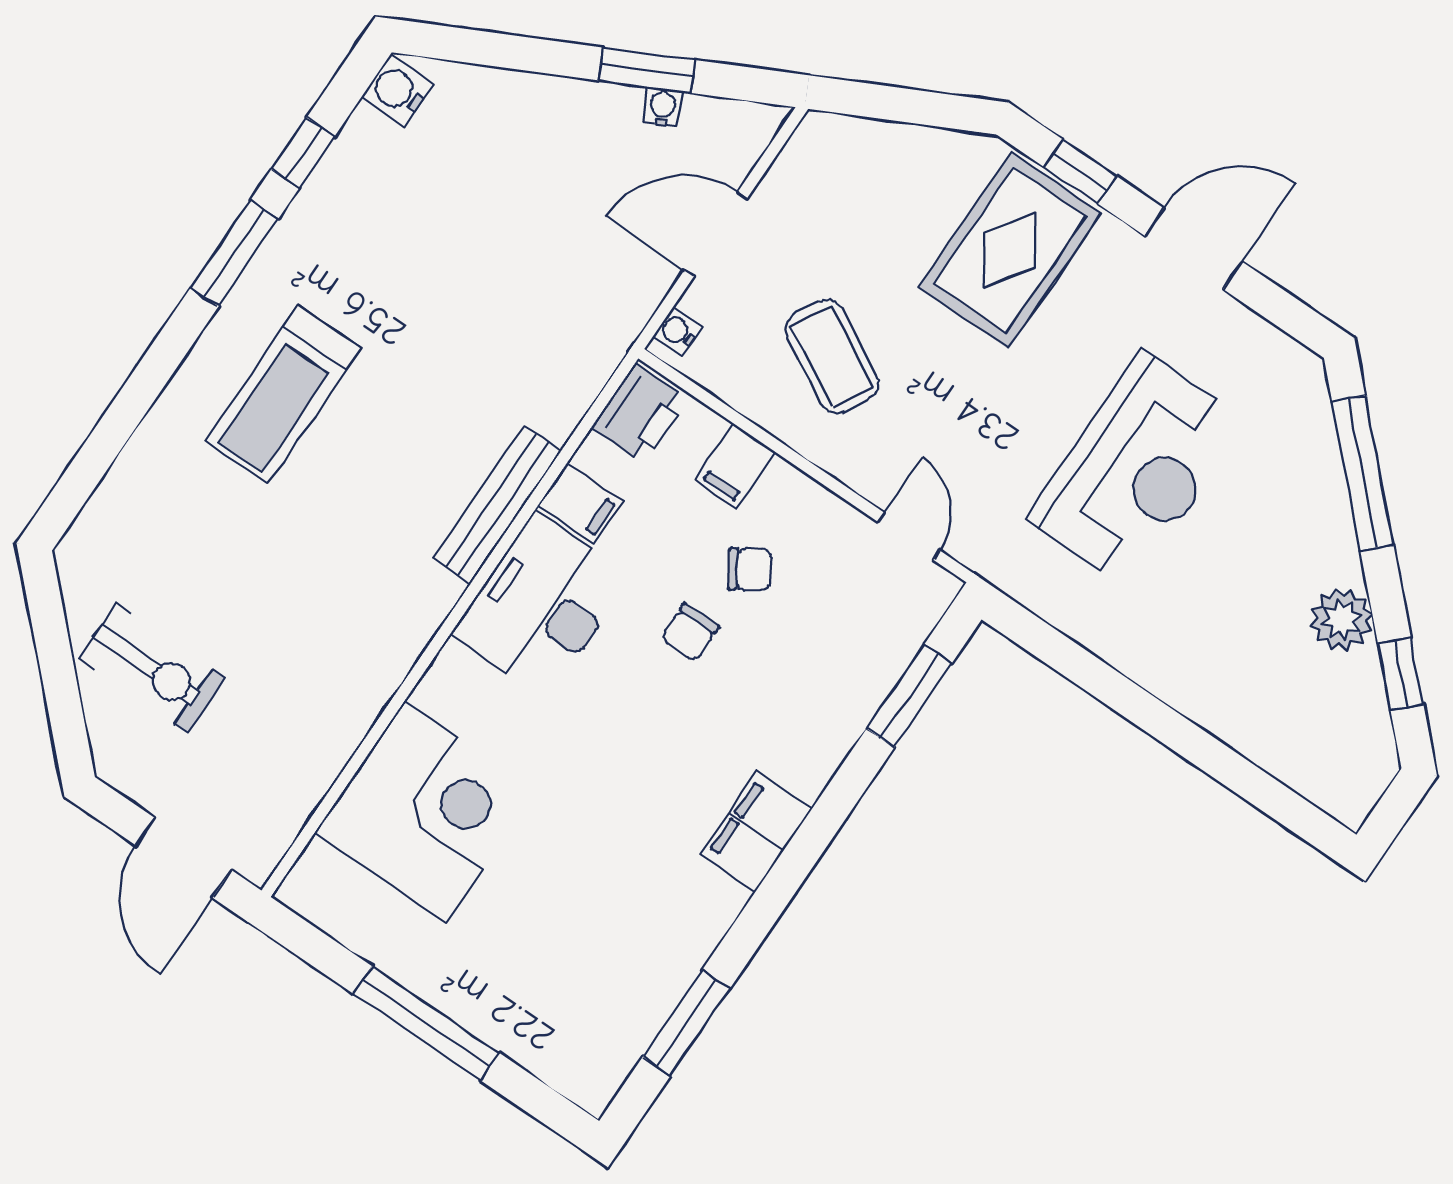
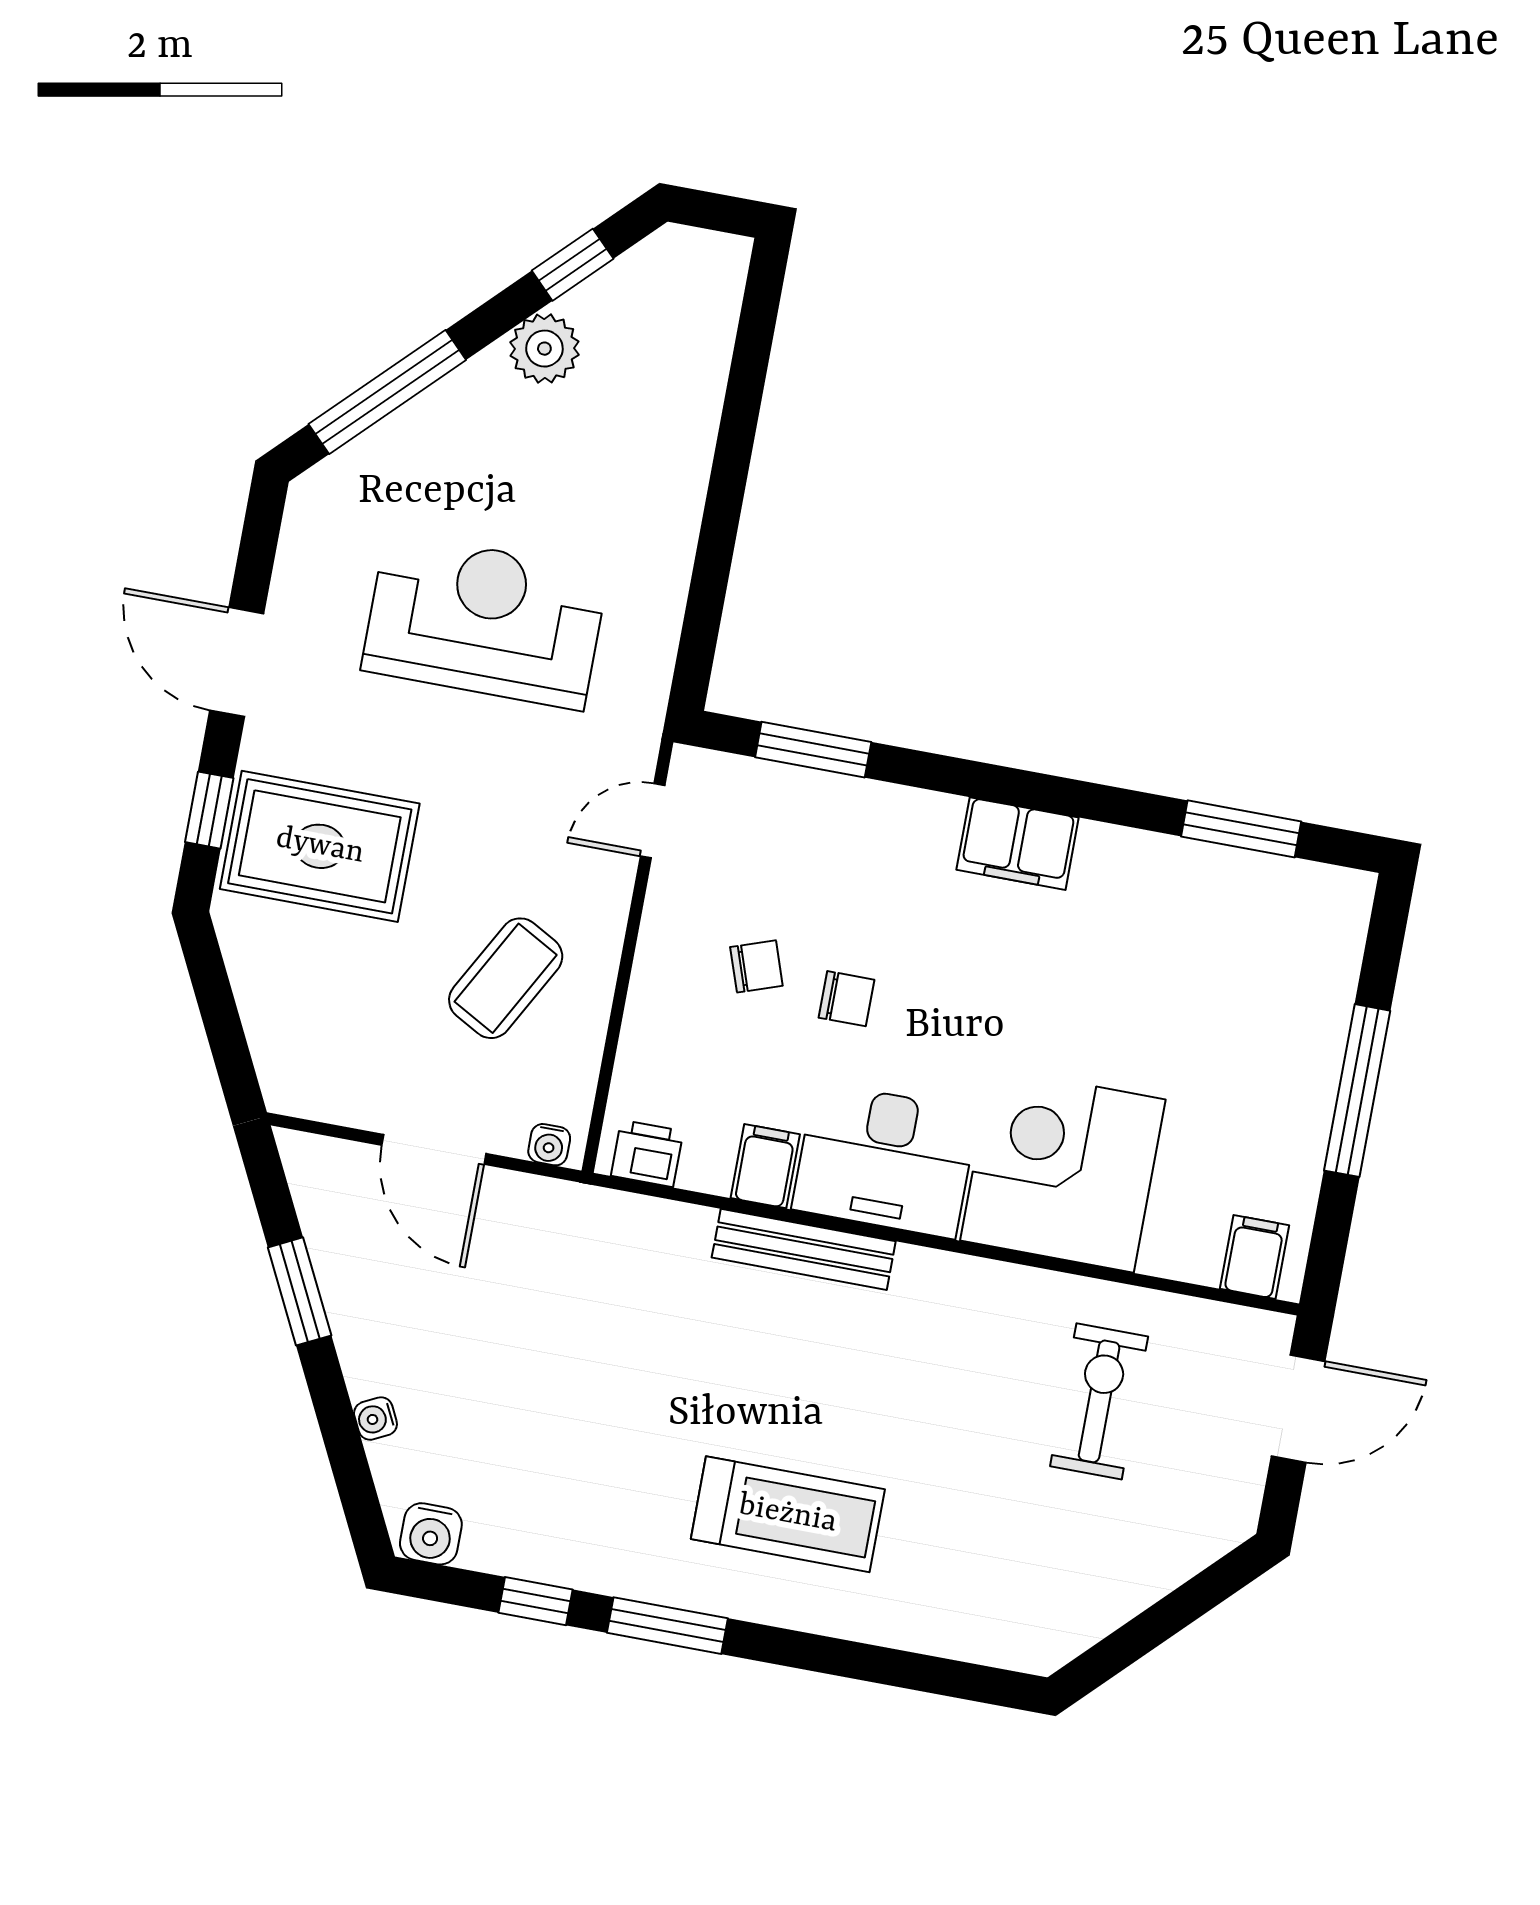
water cooler: (663, 107) -> (375, 1419), moved
printer: (639, 413) -> (647, 1153), width x0.73, depth x0.81
filing cabinet: (735, 466) -> (1255, 1257), moved, turned -90
chair: (750, 569) -> (756, 966), turned 103
exercise bike: (152, 668) -> (1099, 1401), moved
corner desk: (426, 812) -> (1063, 1170), moved

